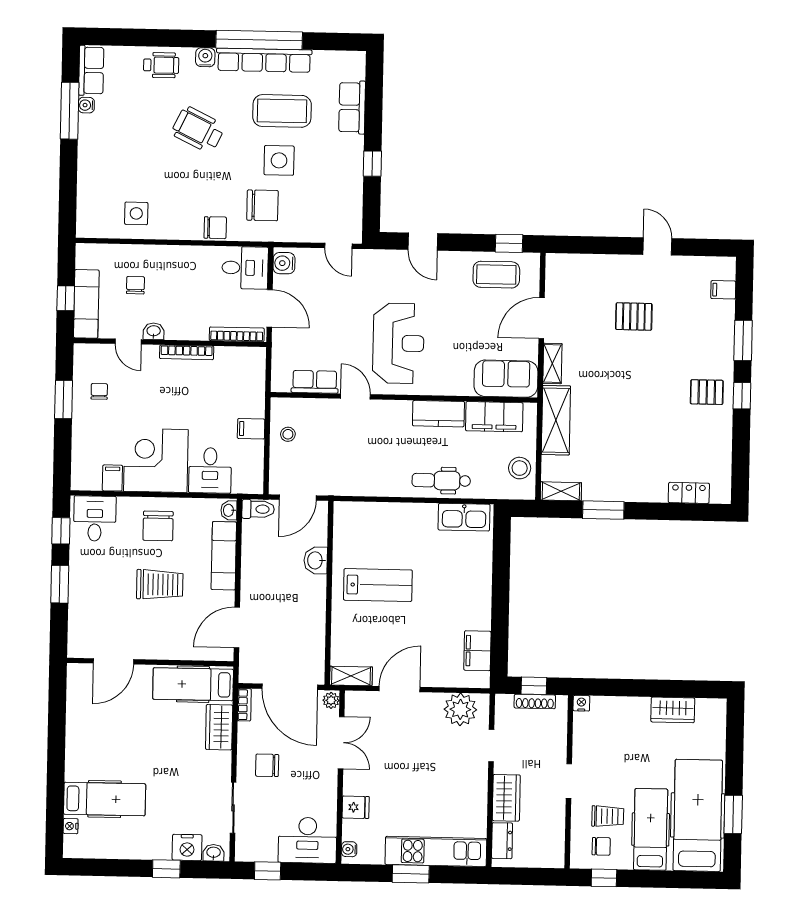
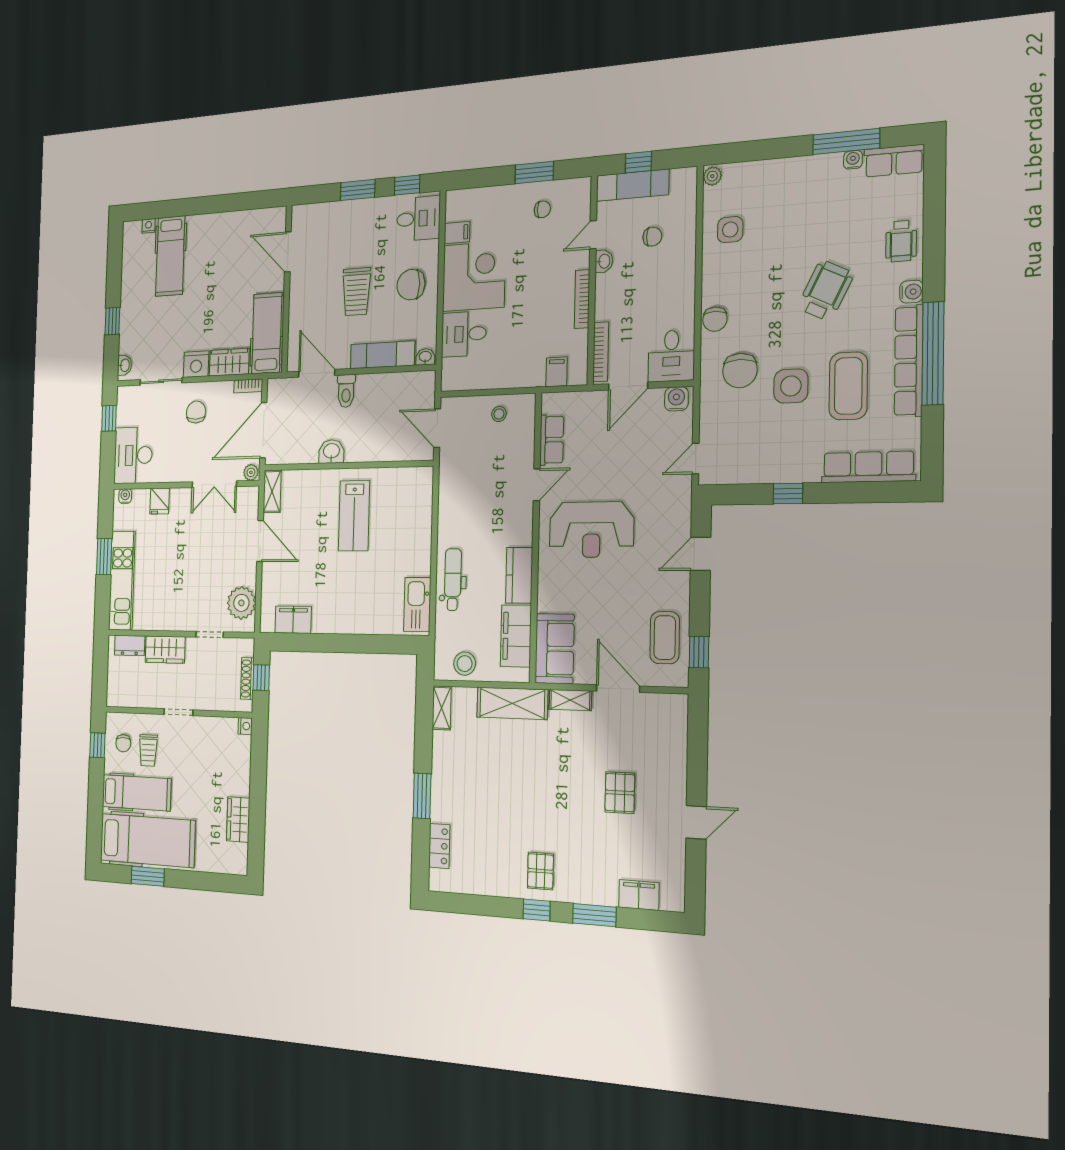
row of seats: (352, 107) -> (868, 467), width x1.48
plant: (86, 229) -> (712, 176), added
filing cabinet: (723, 290) -> (639, 895), width x2.00
filing cabinet: (251, 429) -> (557, 372), moved
toilet: (258, 509) -> (346, 391), moved
window: (603, 510) -> (422, 796), moved
washbasin: (316, 560) -> (331, 451), moved
nightstand: (187, 847) -> (196, 364), moved, turned -90

